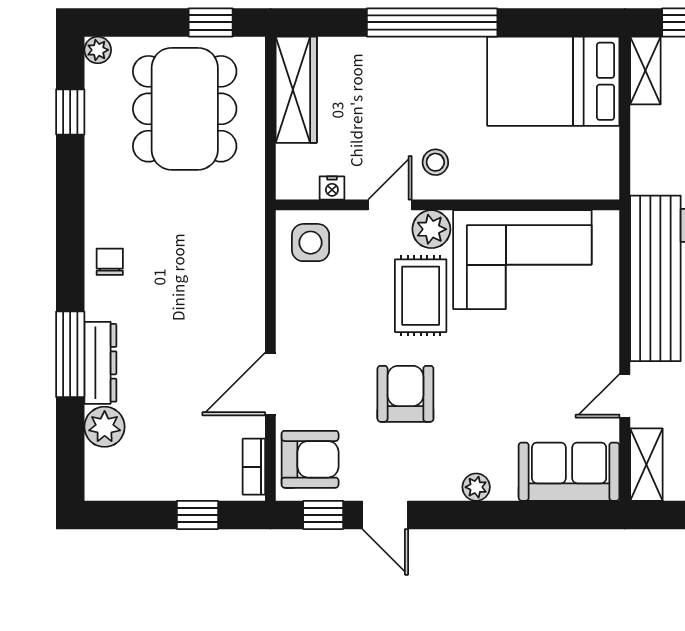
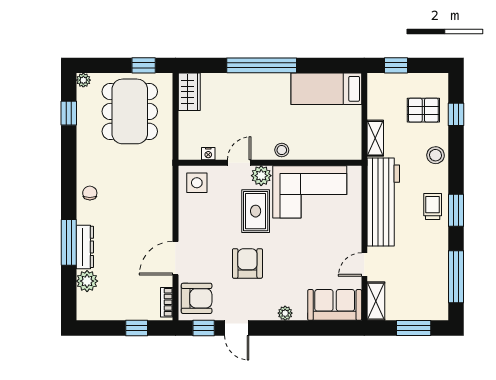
shelving: (645, 70) -> (375, 138), moved
bed: (553, 81) -> (326, 89), width x0.67
wardrobe: (296, 90) -> (189, 92), width x0.67
stool: (435, 162) -> (282, 150), moved

